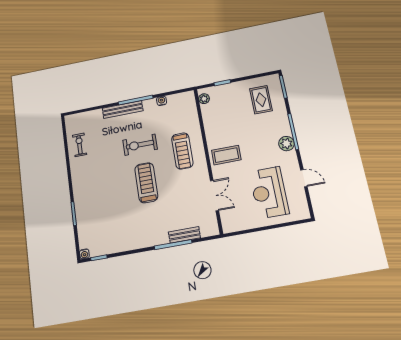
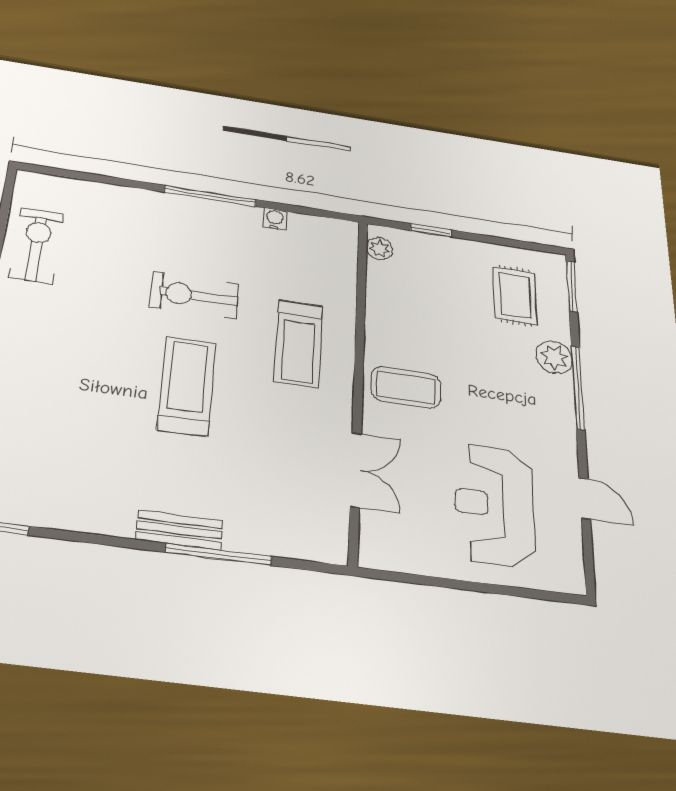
bench: (123, 110) -> (172, 205), removed
plant: (286, 144) -> (554, 357), moved
exercise bike: (80, 145) -> (36, 245), width x1.38, depth x1.39
bench: (184, 235) -> (179, 530), moved

